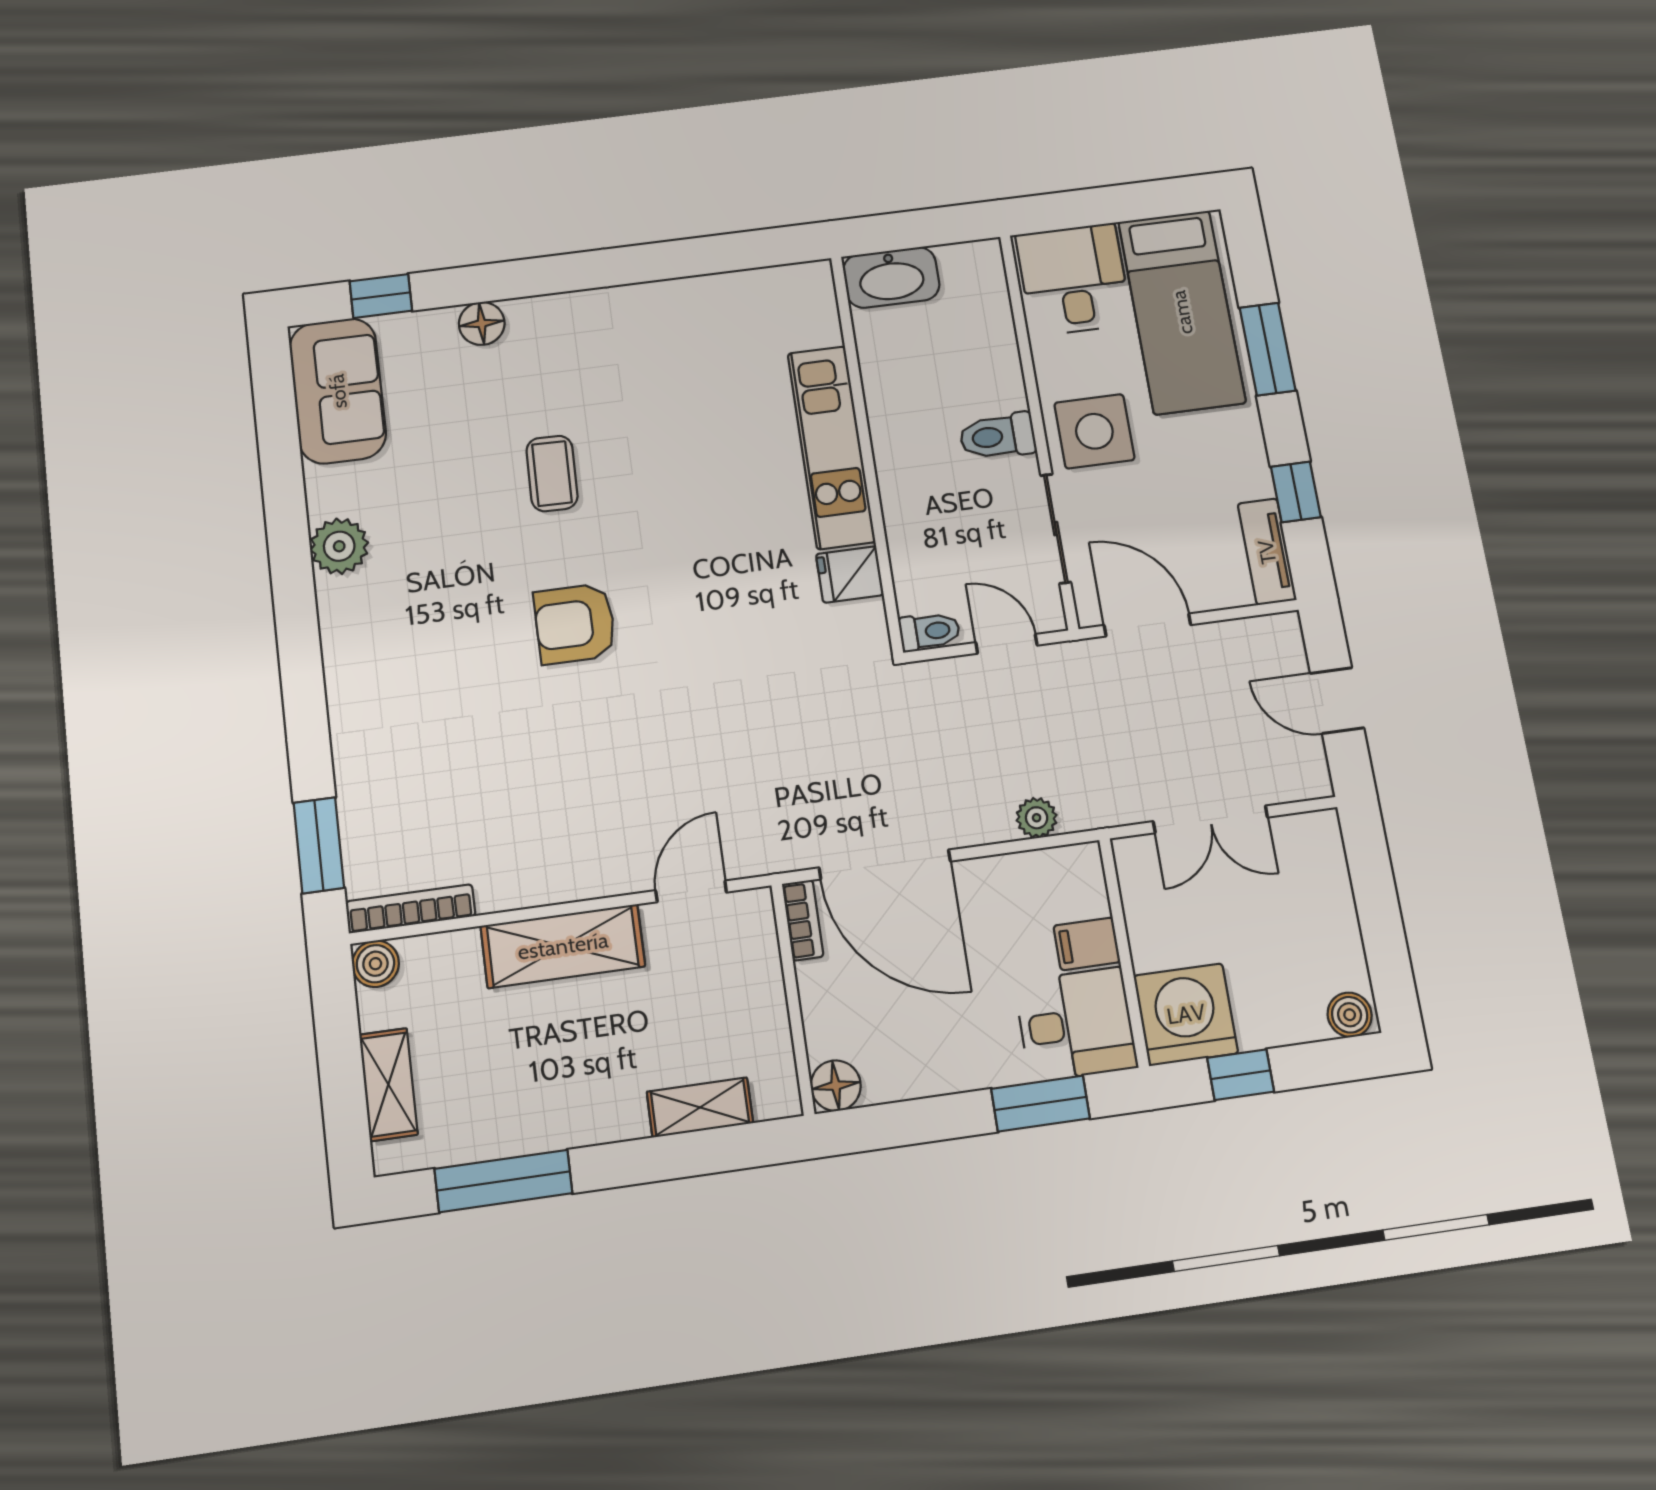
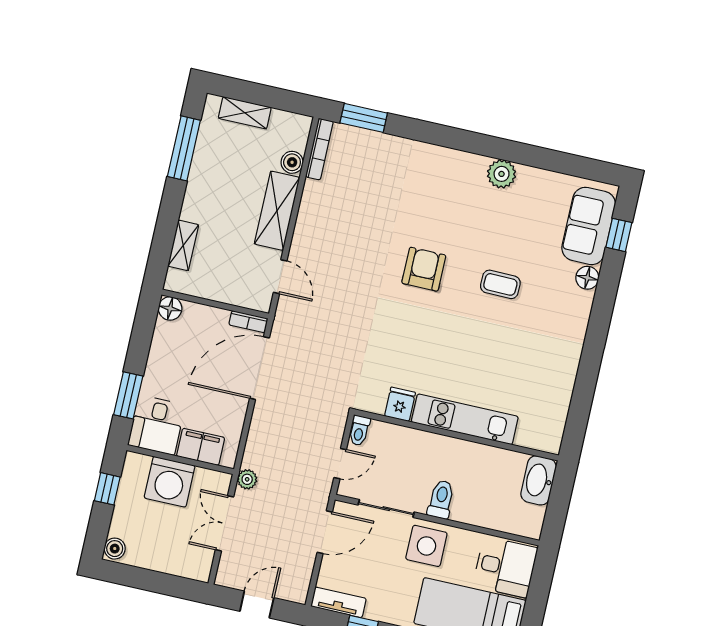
sofa: (338, 391) -> (589, 226), moved, turned 90
plant: (1037, 818) -> (247, 479), moved
filing cabinet: (1087, 944) -> (201, 447), width x2.00
boiler: (375, 964) -> (292, 162), moved
washing machine: (1186, 1014) -> (170, 482), moved, turned 90

